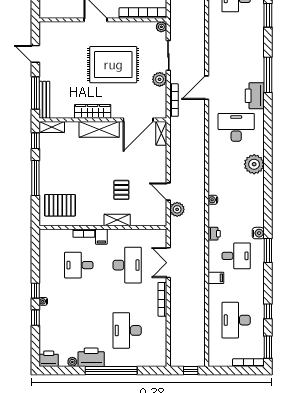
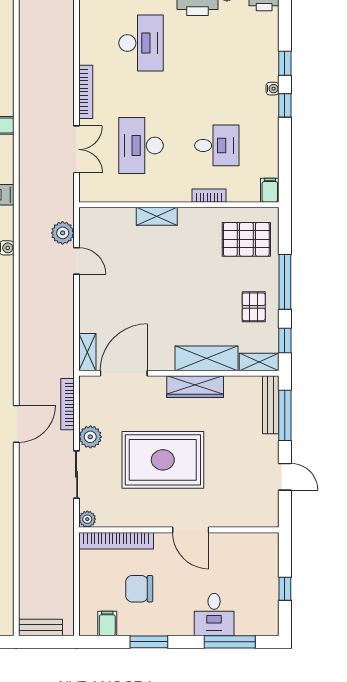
shelving: (99, 129) -> (206, 358), moved
pallet: (121, 190) -> (254, 307), moved
filing cabinet: (101, 237) -> (270, 190), moved

